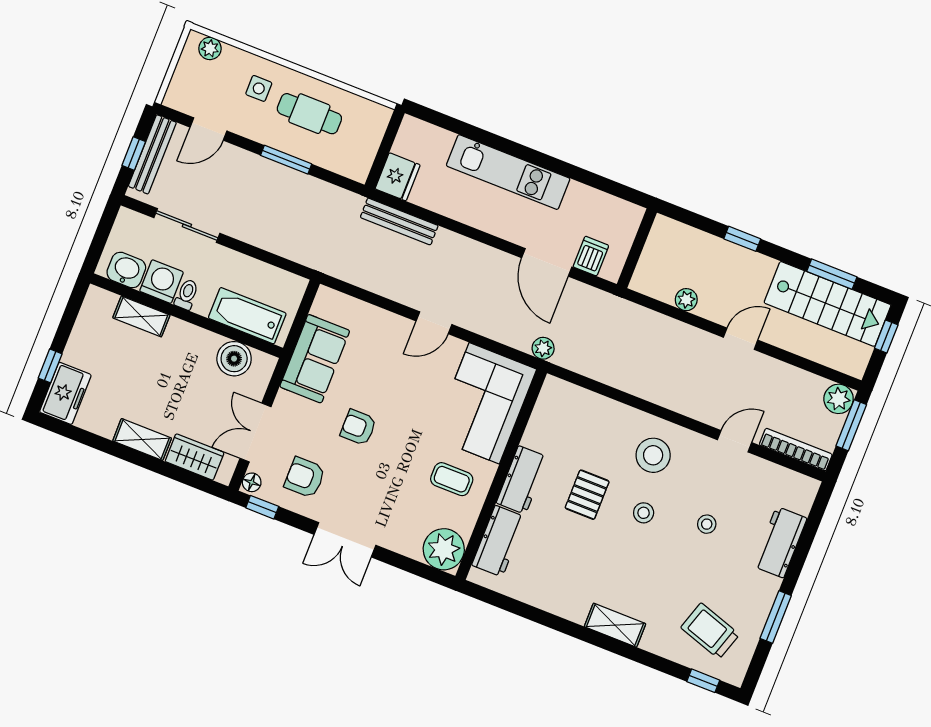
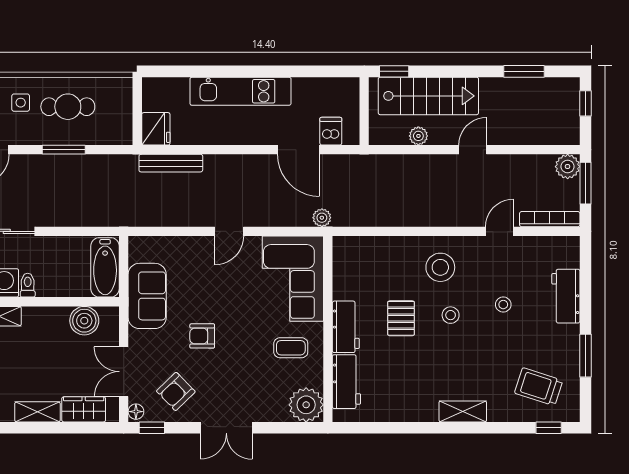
window: (742, 239) -> (394, 71), moved
stairs: (828, 304) -> (428, 96), moved
bathtub: (247, 316) -> (105, 267), moved, turned -90
armchair: (305, 477) -> (176, 391), turned -44

